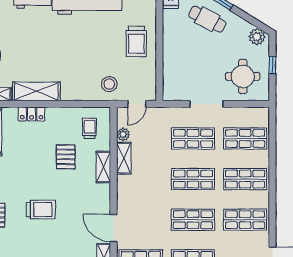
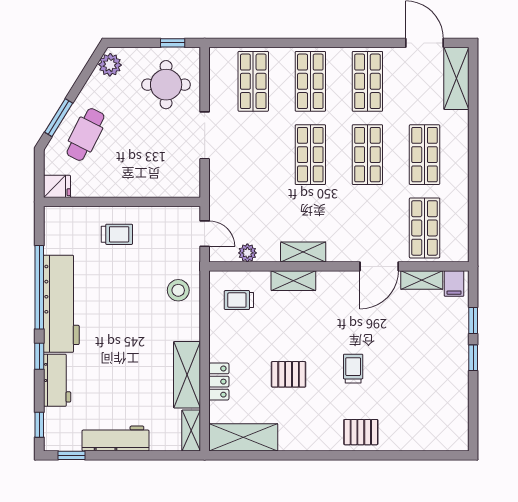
trolley: (136, 42) -> (117, 234), width x0.73, depth x0.72
window: (272, 65) -> (173, 43), moved
stool: (109, 84) -> (178, 290), moved
shop shelf: (193, 138) -> (253, 155), removed
pallet: (66, 157) -> (289, 374), moved
shelving: (124, 158) -> (303, 252), moved
trolley: (41, 210) -> (353, 369), width x0.73, depth x0.72

